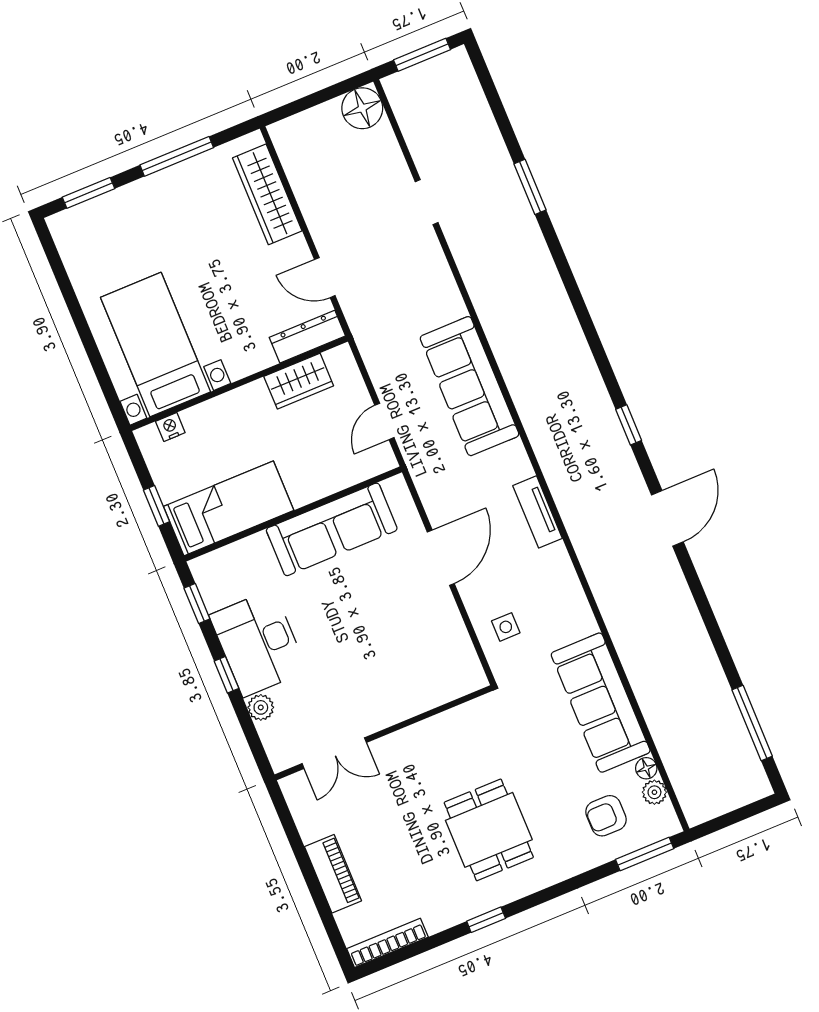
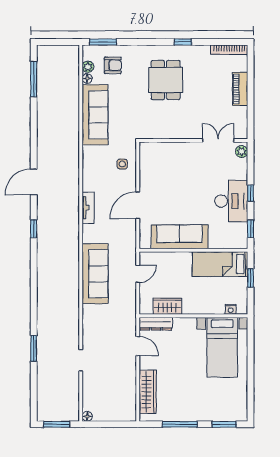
floor lamp: (362, 108) -> (87, 416), width x0.53, depth x0.53
plant: (261, 707) -> (242, 152), moved

